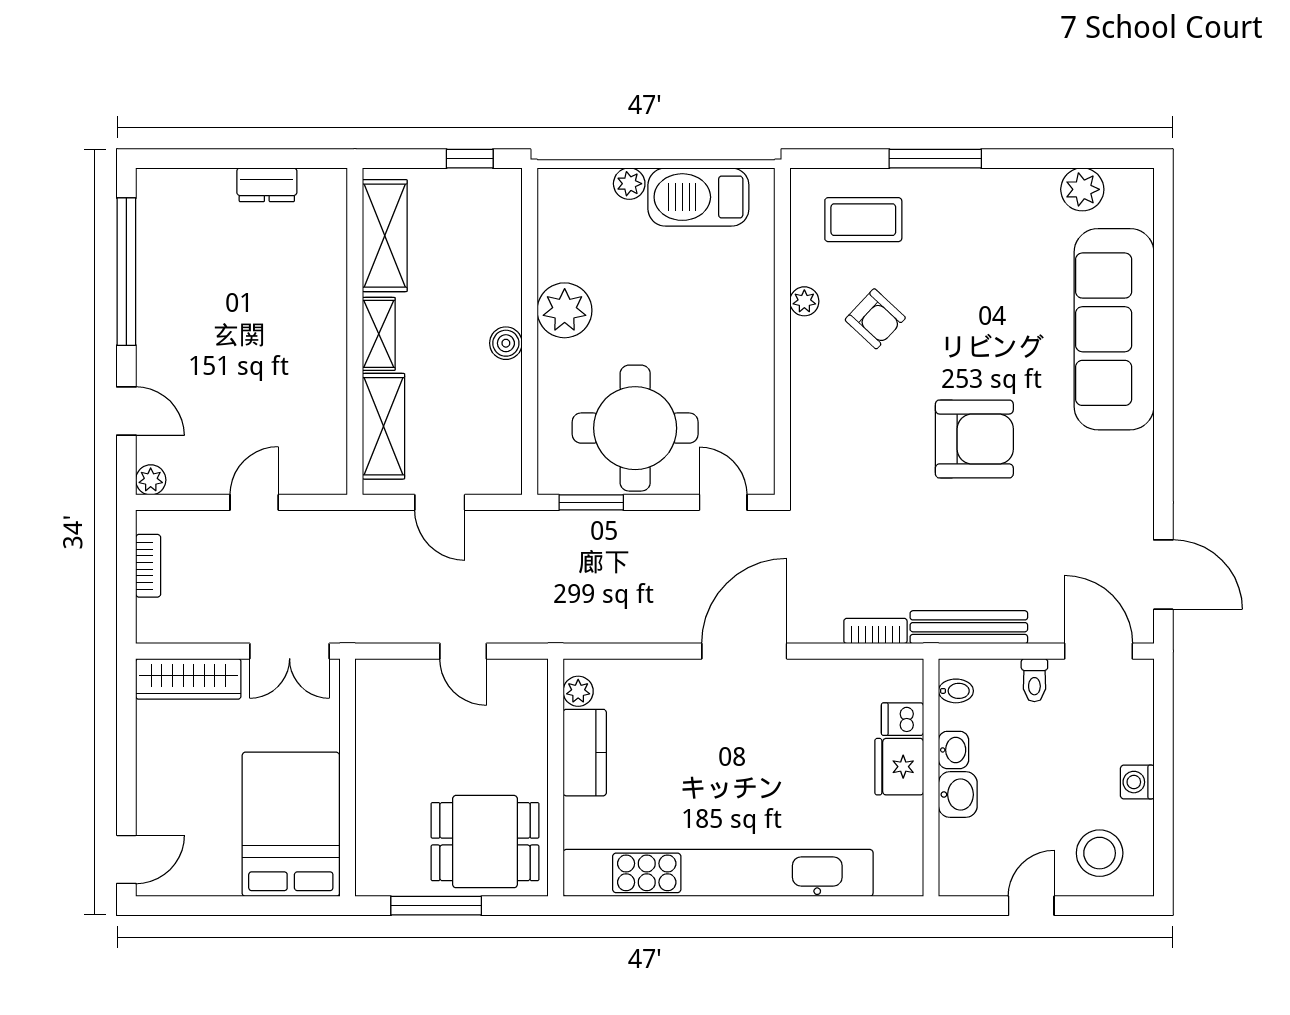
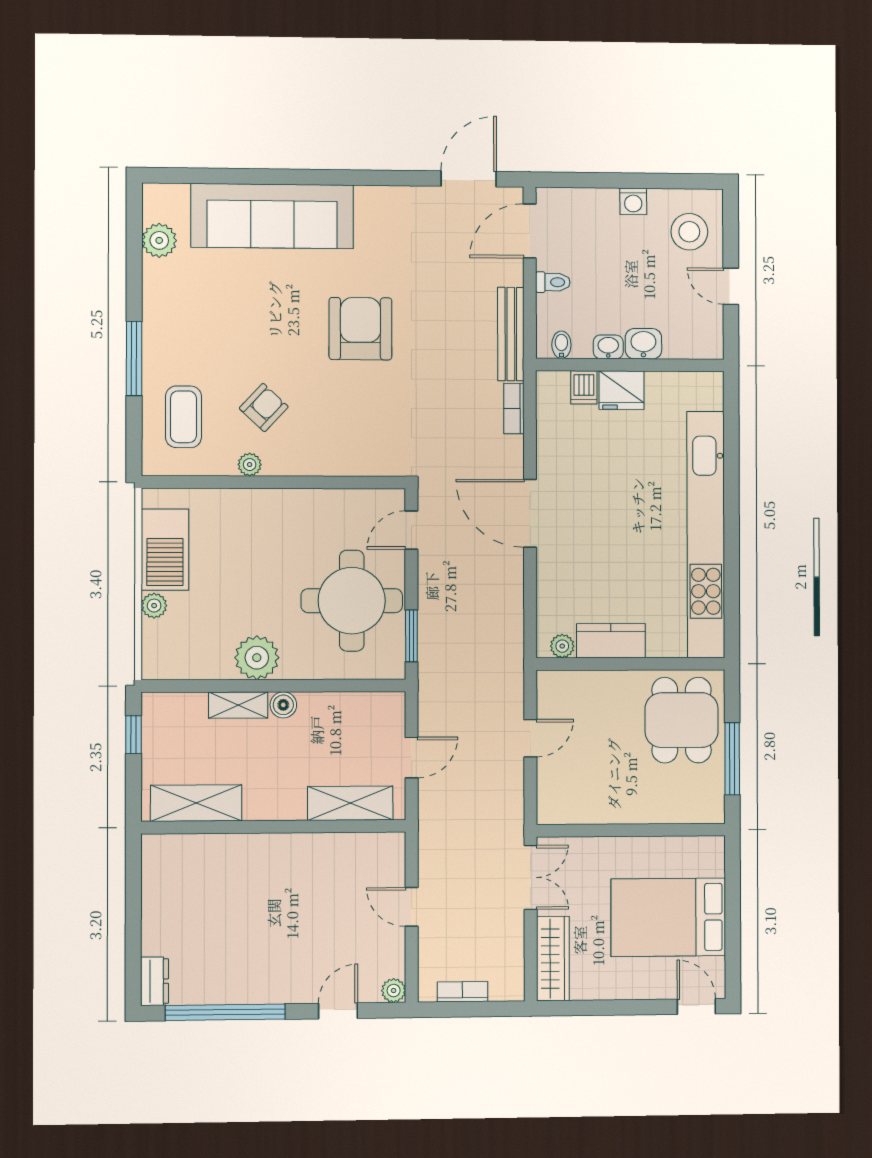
dresser: (267, 185) -> (155, 981), moved
shelving: (379, 334) -> (238, 705), moved
bed: (291, 824) -> (668, 917), moved

